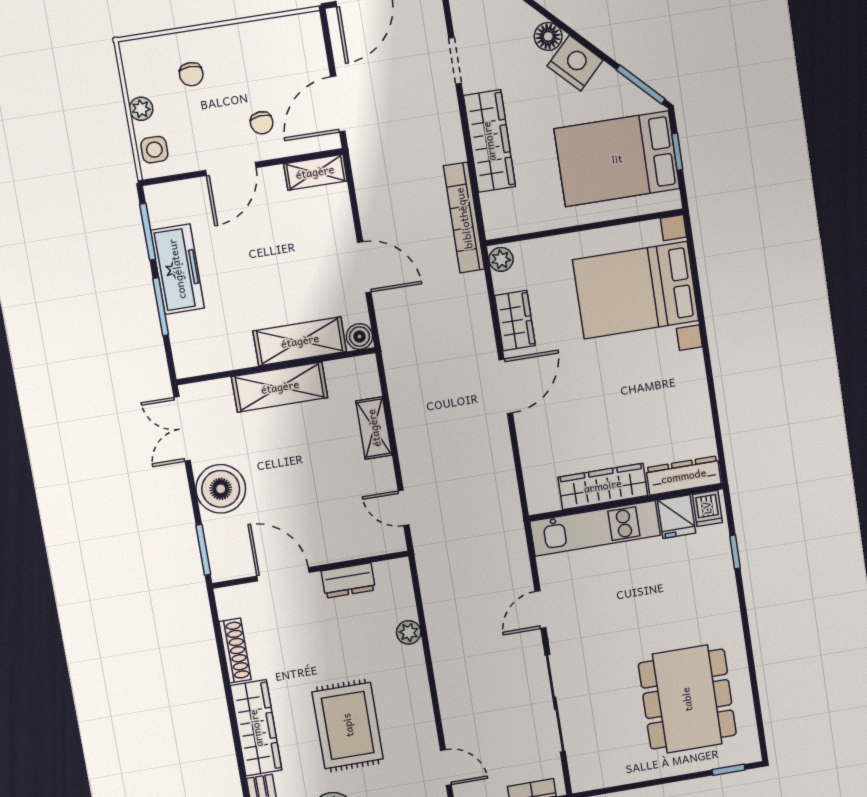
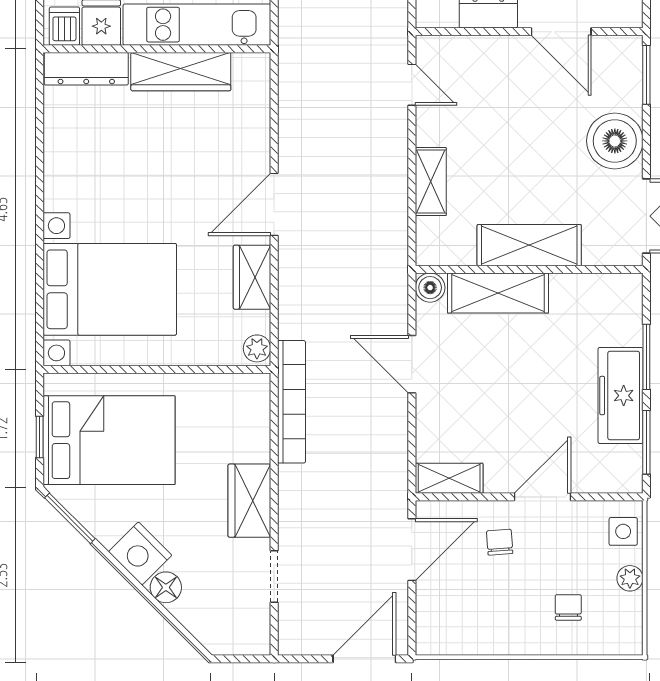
wardrobe: (489, 141) -> (249, 501), width x0.67

